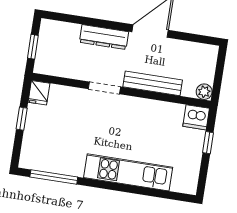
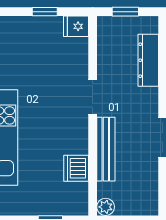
dresser: (104, 37) -> (148, 60), moved
dishwasher: (196, 117) -> (76, 168), moved

